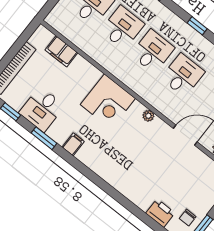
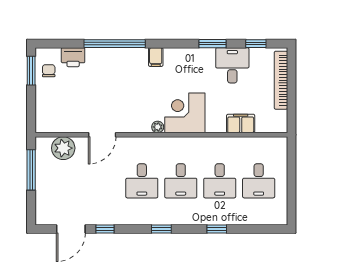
filing cabinet: (61, 51) -> (241, 124), moved
plant: (148, 116) -> (158, 127), moved
filing cabinet: (73, 144) -> (156, 57), moved
window: (120, 198) -> (115, 44), added

